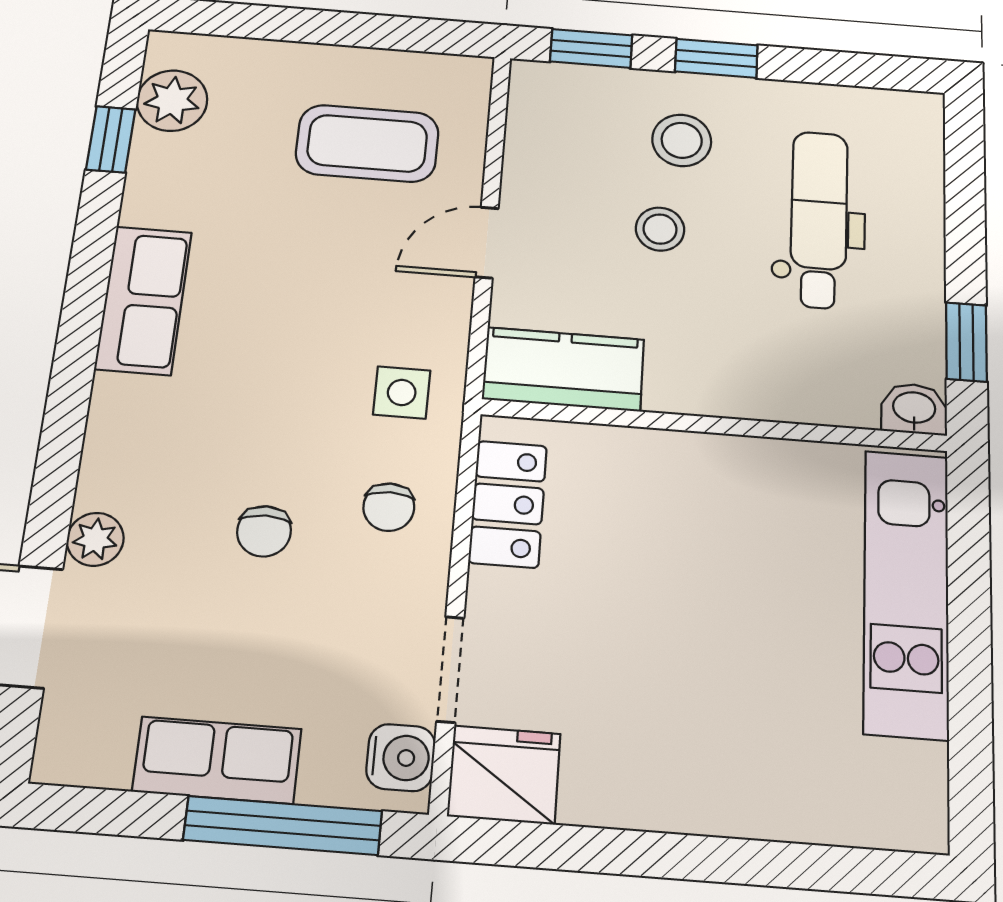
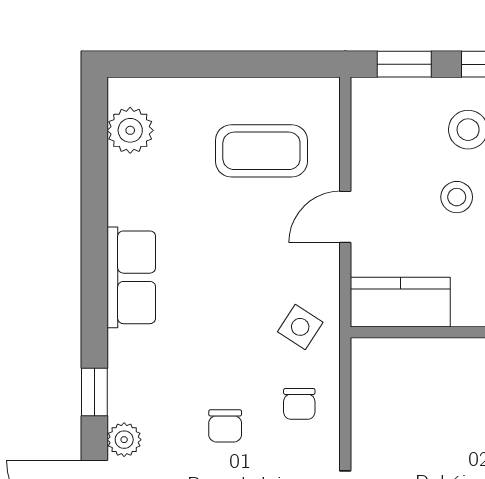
window: (111, 139) -> (94, 392), moved
side table: (402, 392) -> (300, 327), turned 33
locker: (508, 504) -> (372, 396), removed

